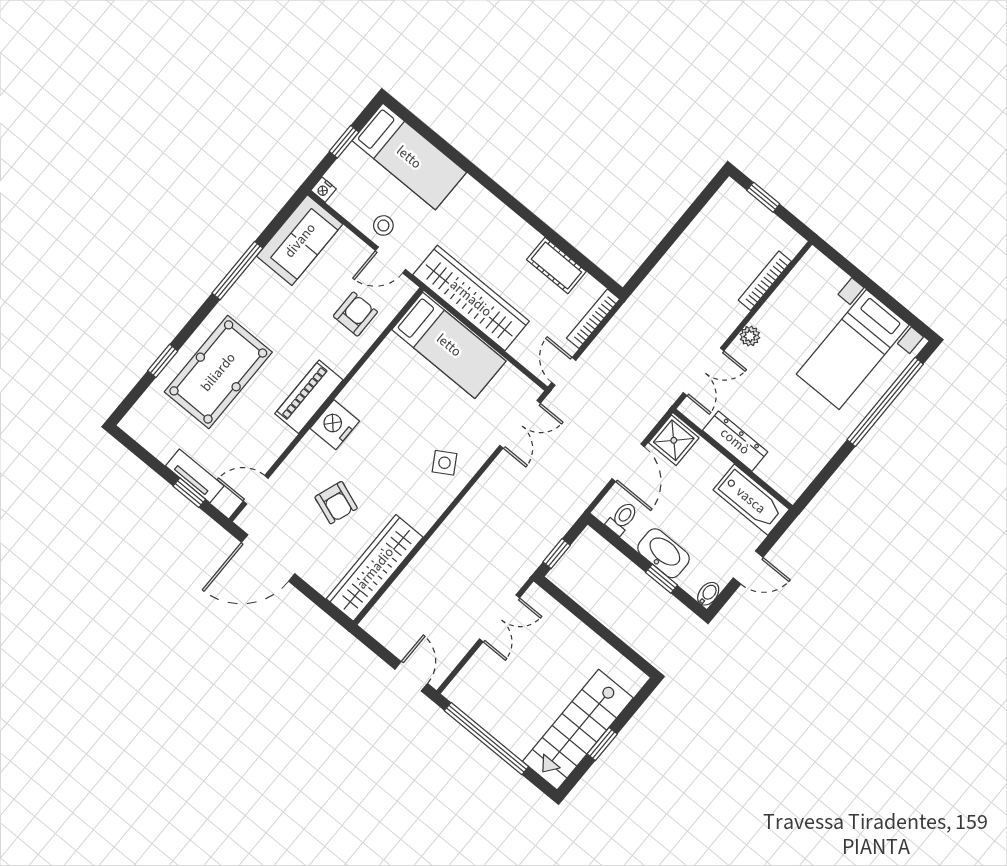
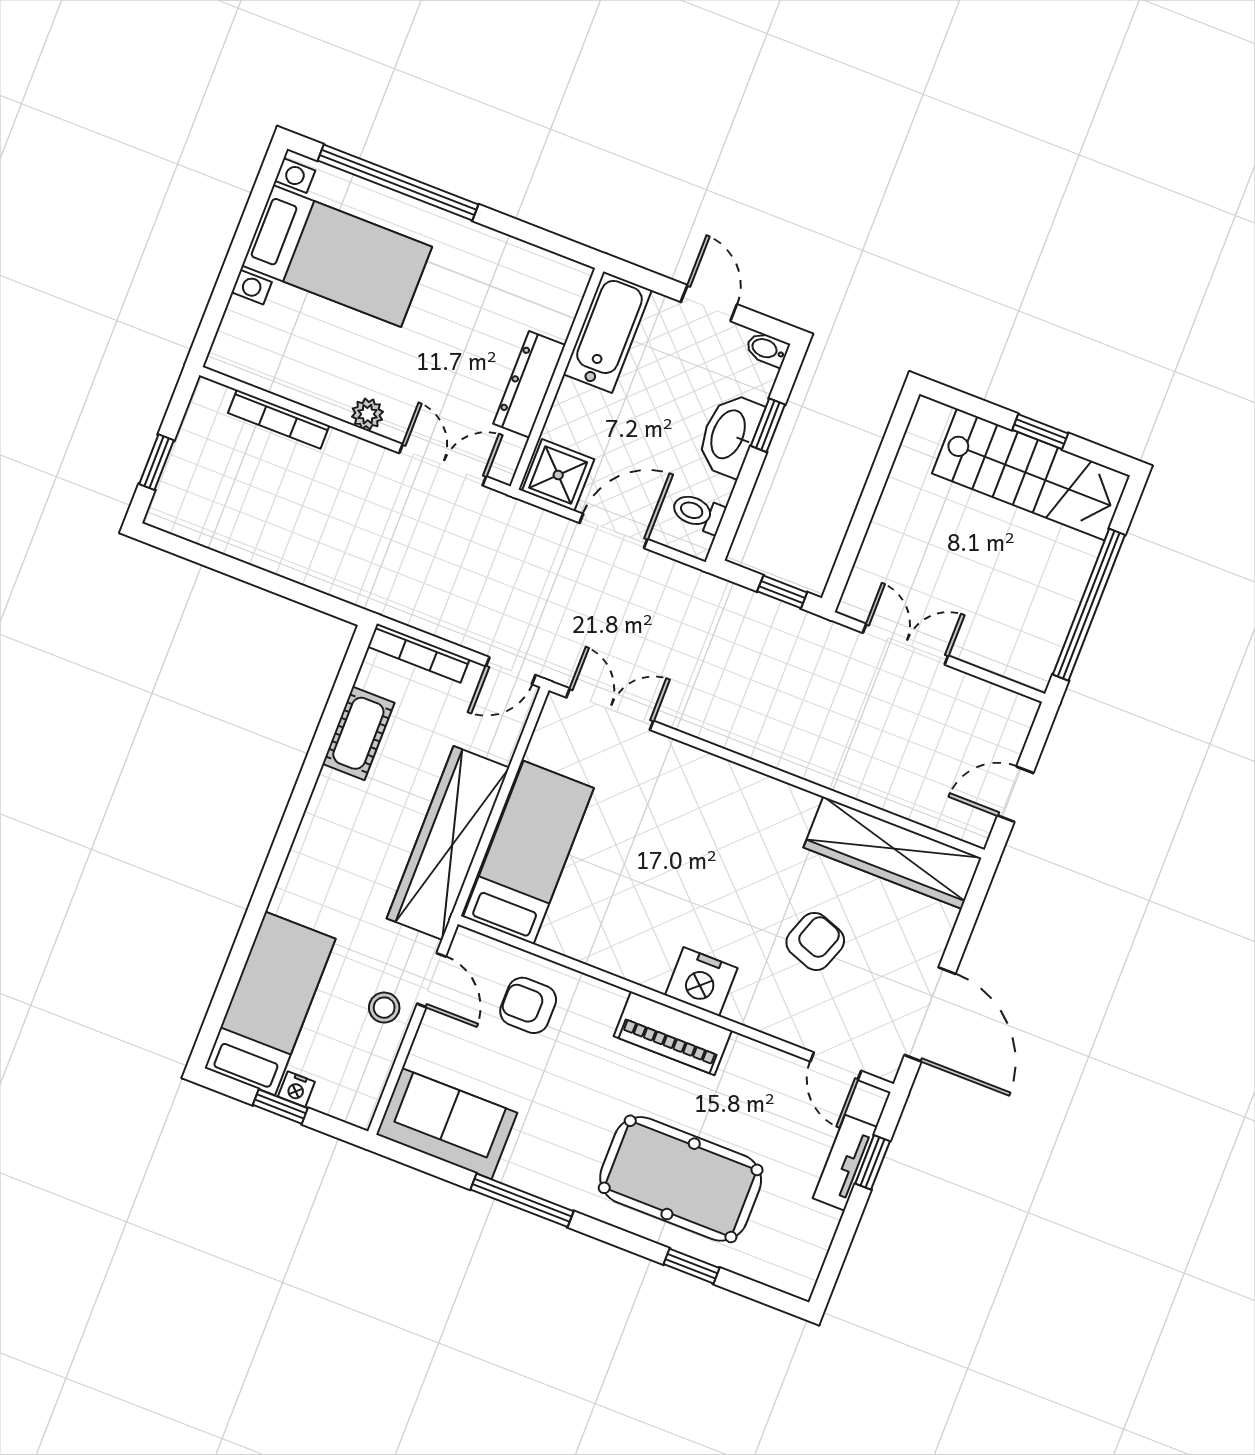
nightstand: (324, 190) -> (296, 1089), moved, turned 90
side table: (445, 463) -> (703, 801), removed
door: (411, 676) -> (1015, 794), moved

